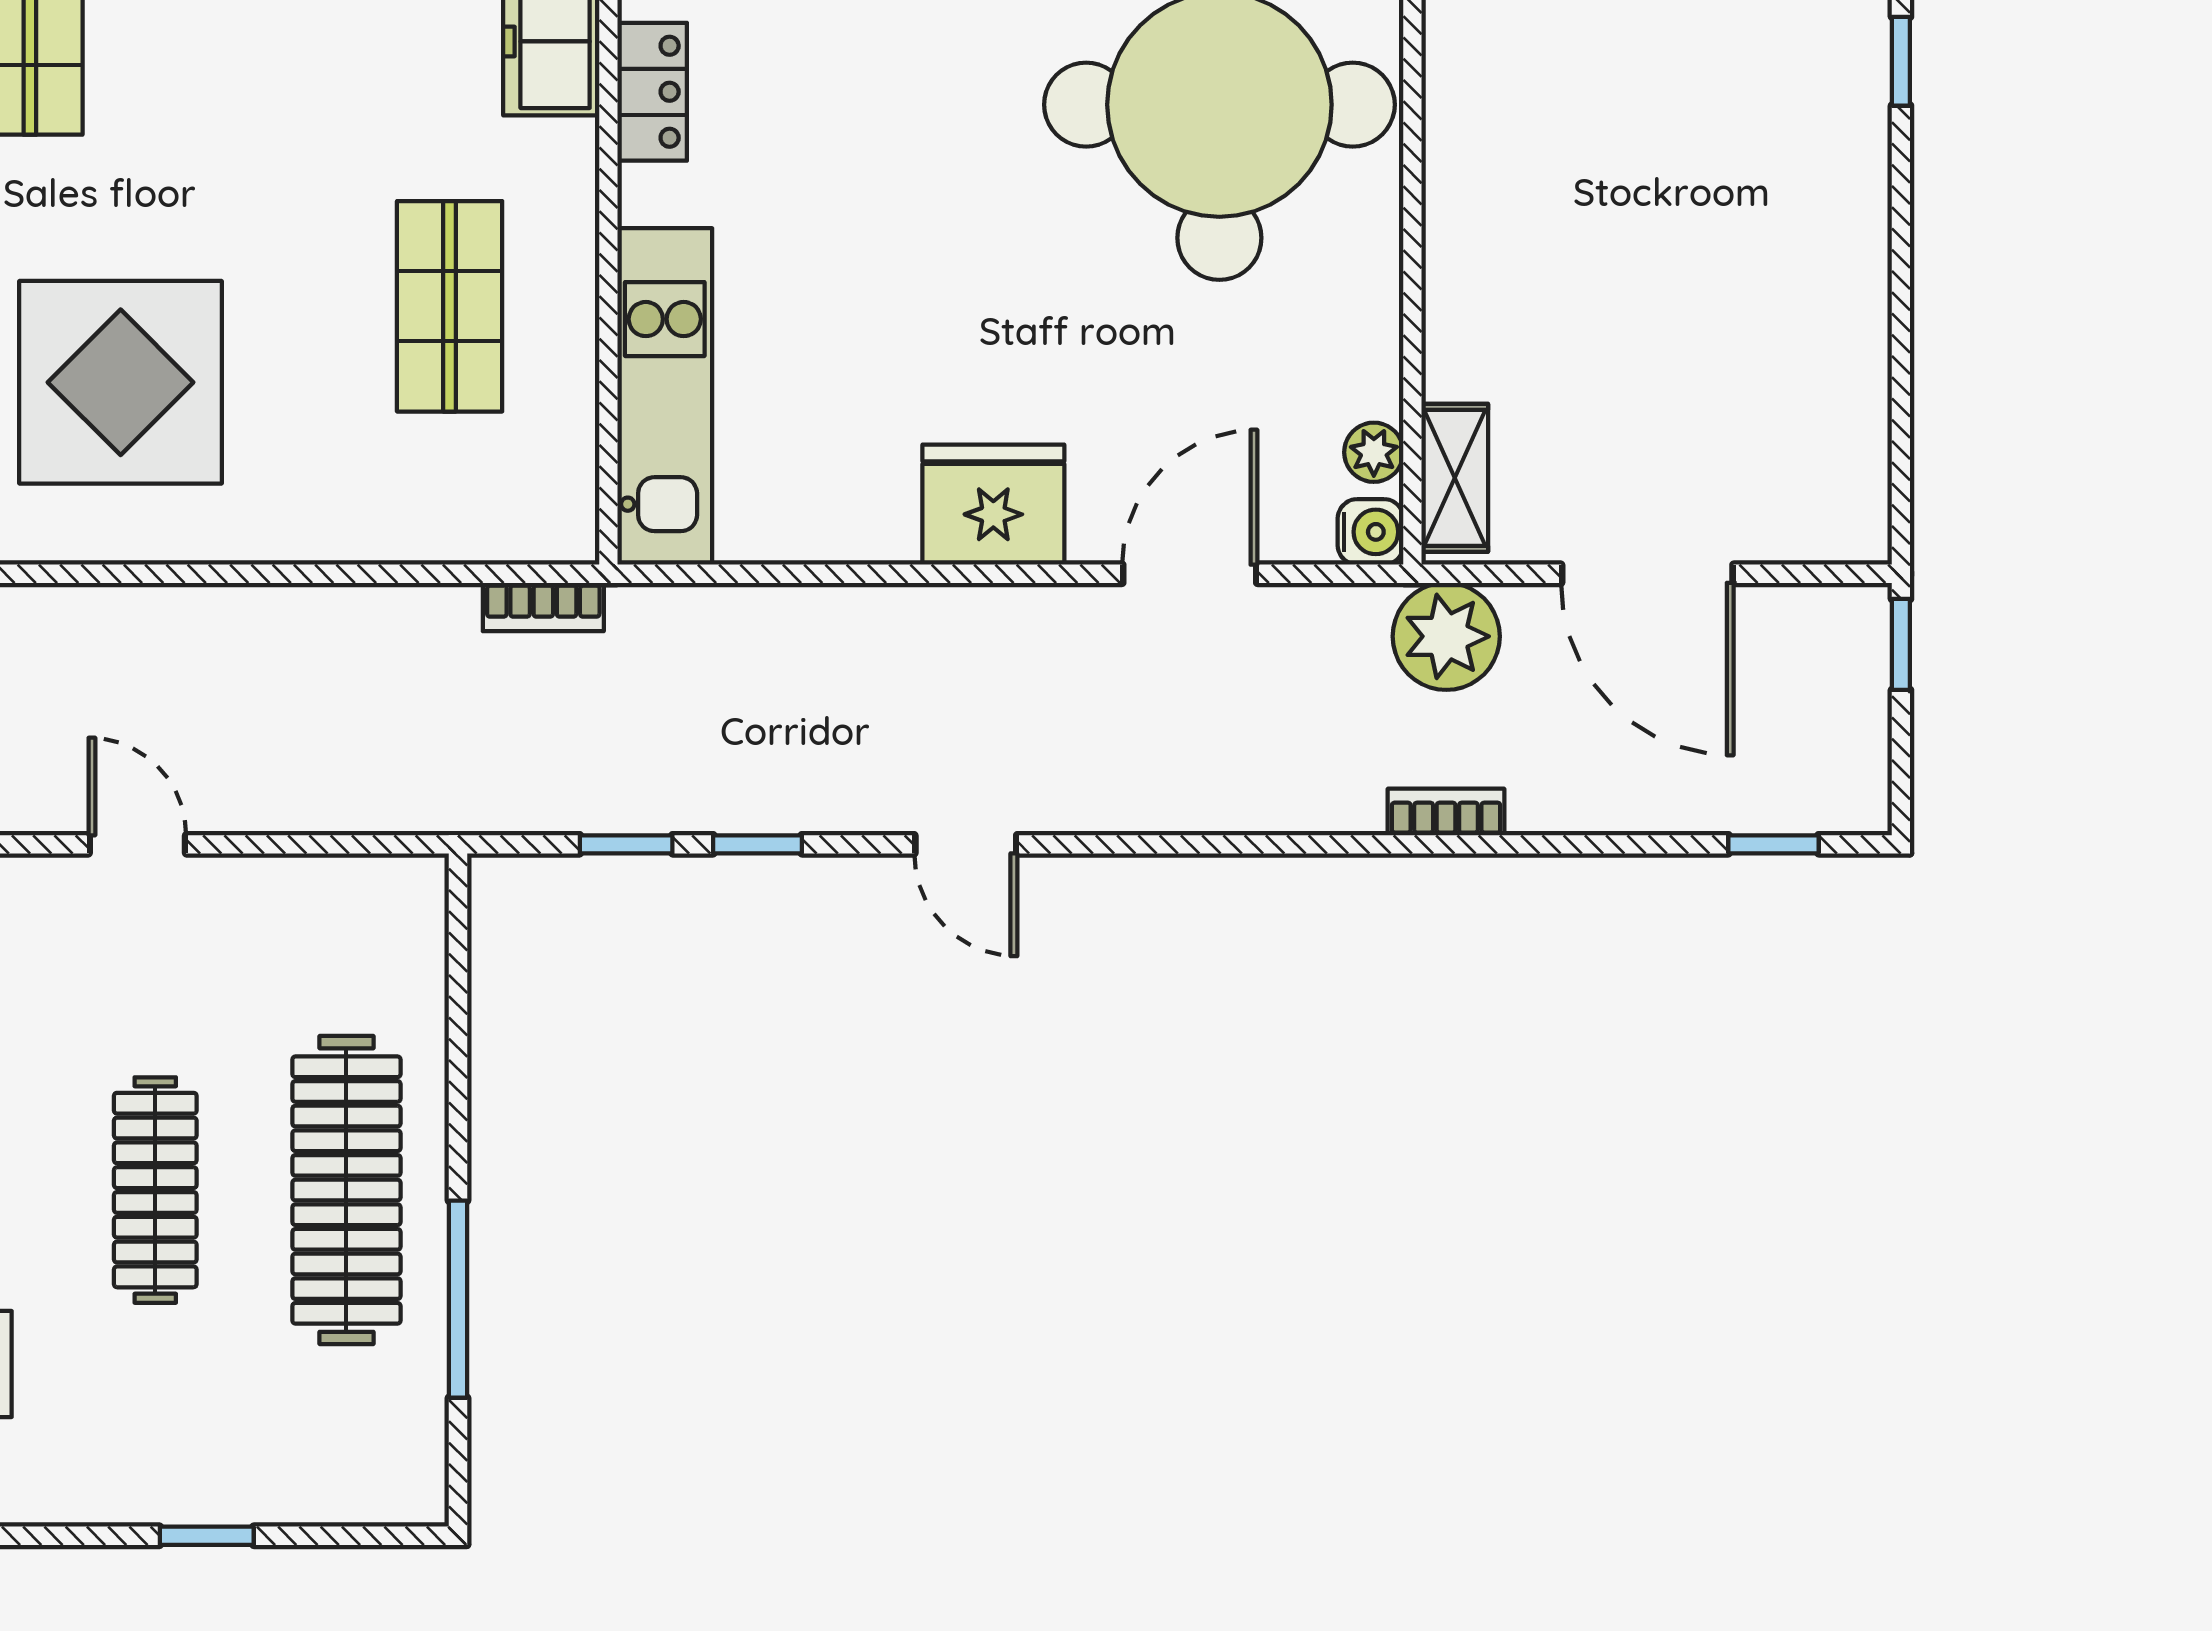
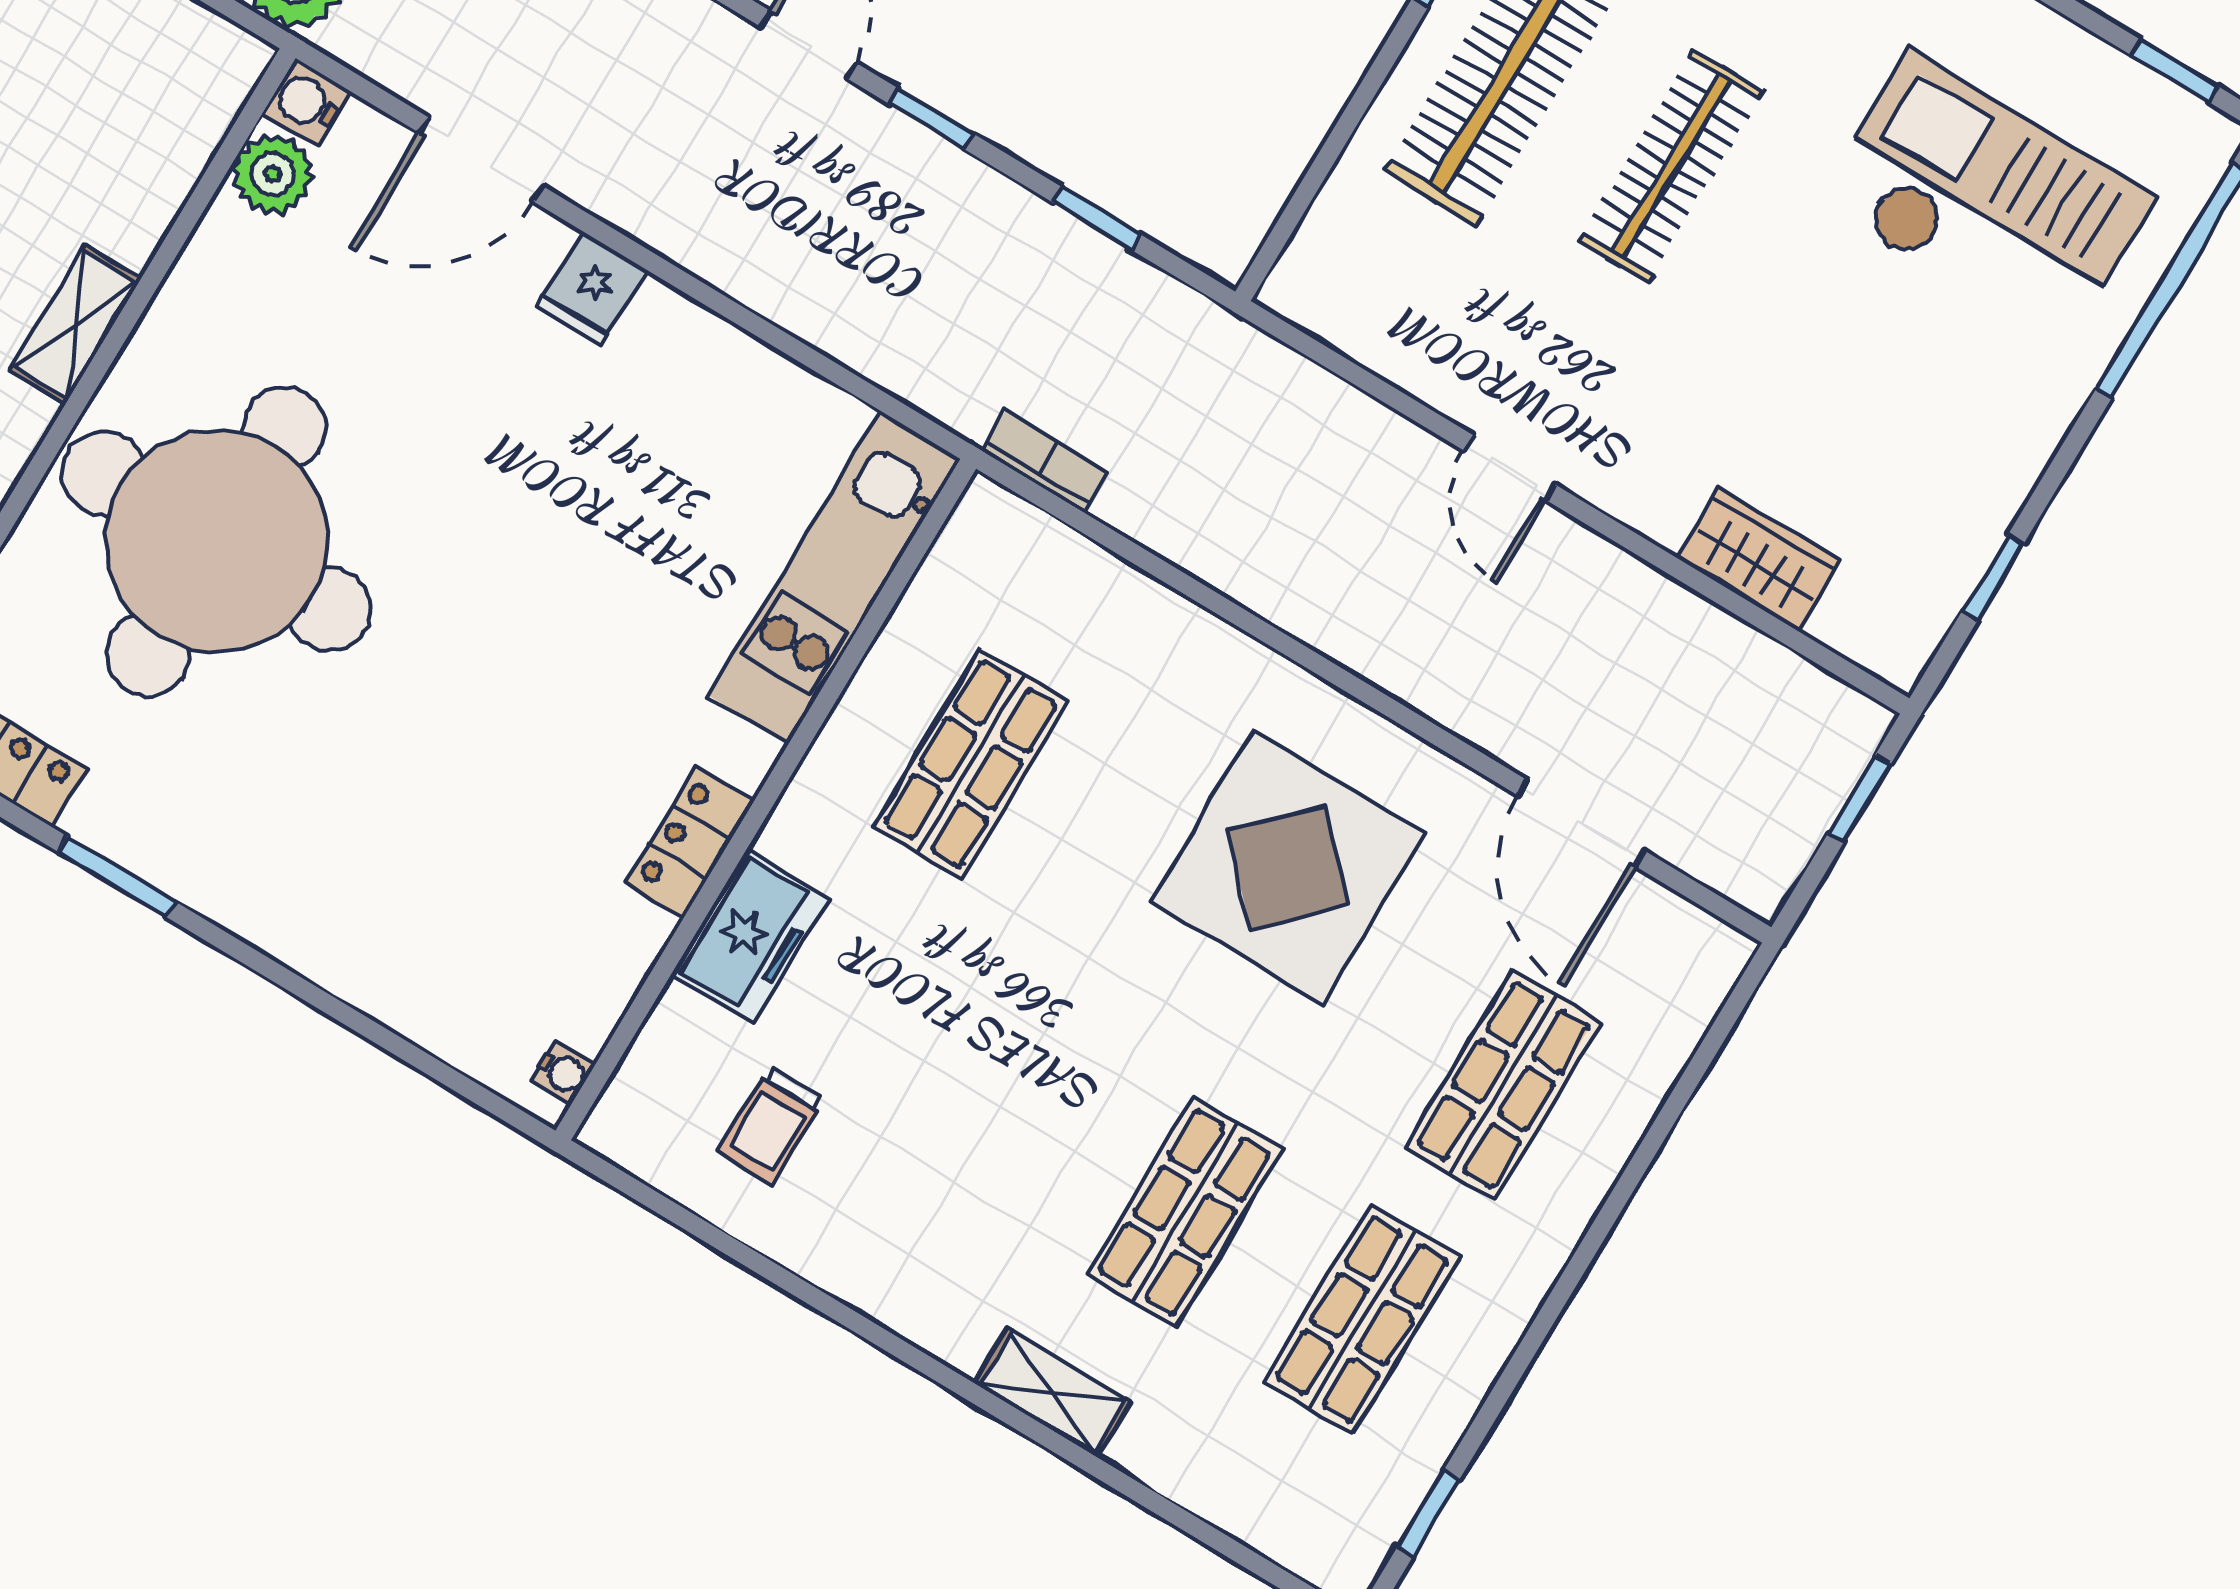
plant: (1374, 452) -> (273, 174), width x1.38, depth x1.38
shelving: (1455, 478) -> (75, 325), moved
fridge: (993, 505) -> (591, 288), width x0.53, depth x0.75
window: (758, 844) -> (931, 119), moved

